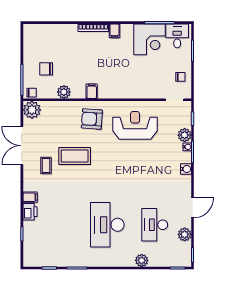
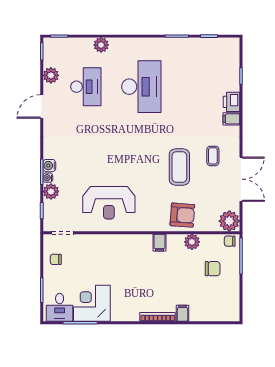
filing cabinet: (114, 31) -> (182, 313), moved
armchair: (92, 119) -> (182, 215), moved
coffee table: (75, 156) -> (179, 167), turned 90
water cooler: (186, 169) -> (49, 166), moved

